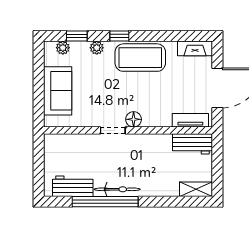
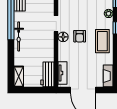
coffee table: (140, 58) -> (102, 41), width x0.73, depth x0.76
armchair: (133, 93) -> (80, 36), added
bicycle: (117, 189) -> (19, 37), moved

